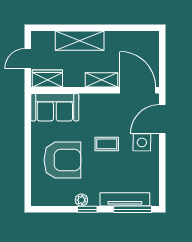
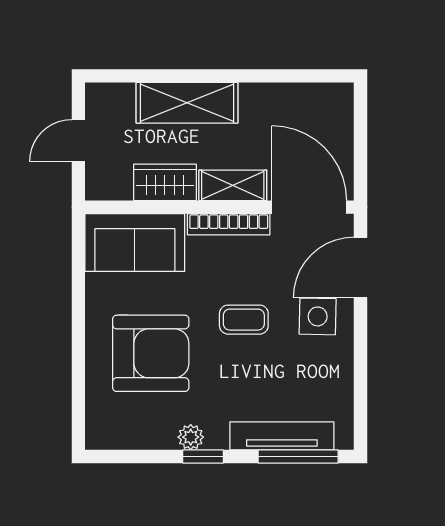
wardrobe: (47, 79) -> (165, 182), moved
bookcase: (100, 99) -> (229, 224), added

